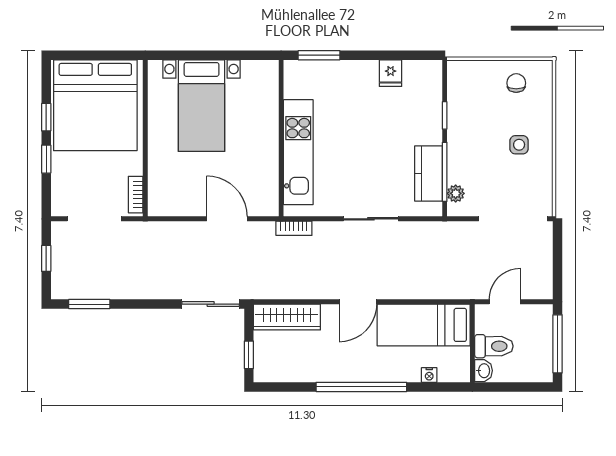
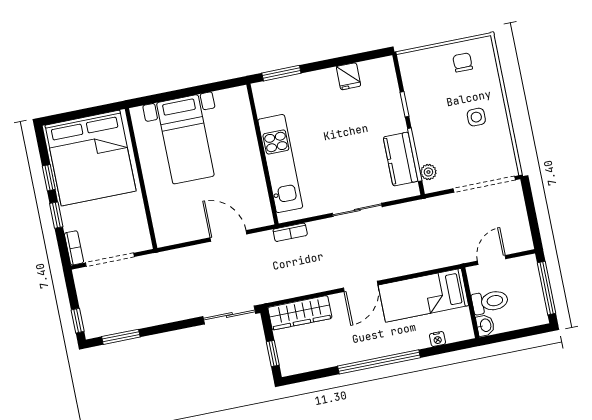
bookcase: (136, 195) -> (74, 248), moved, turned 180
window: (46, 258) -> (78, 321), moved

